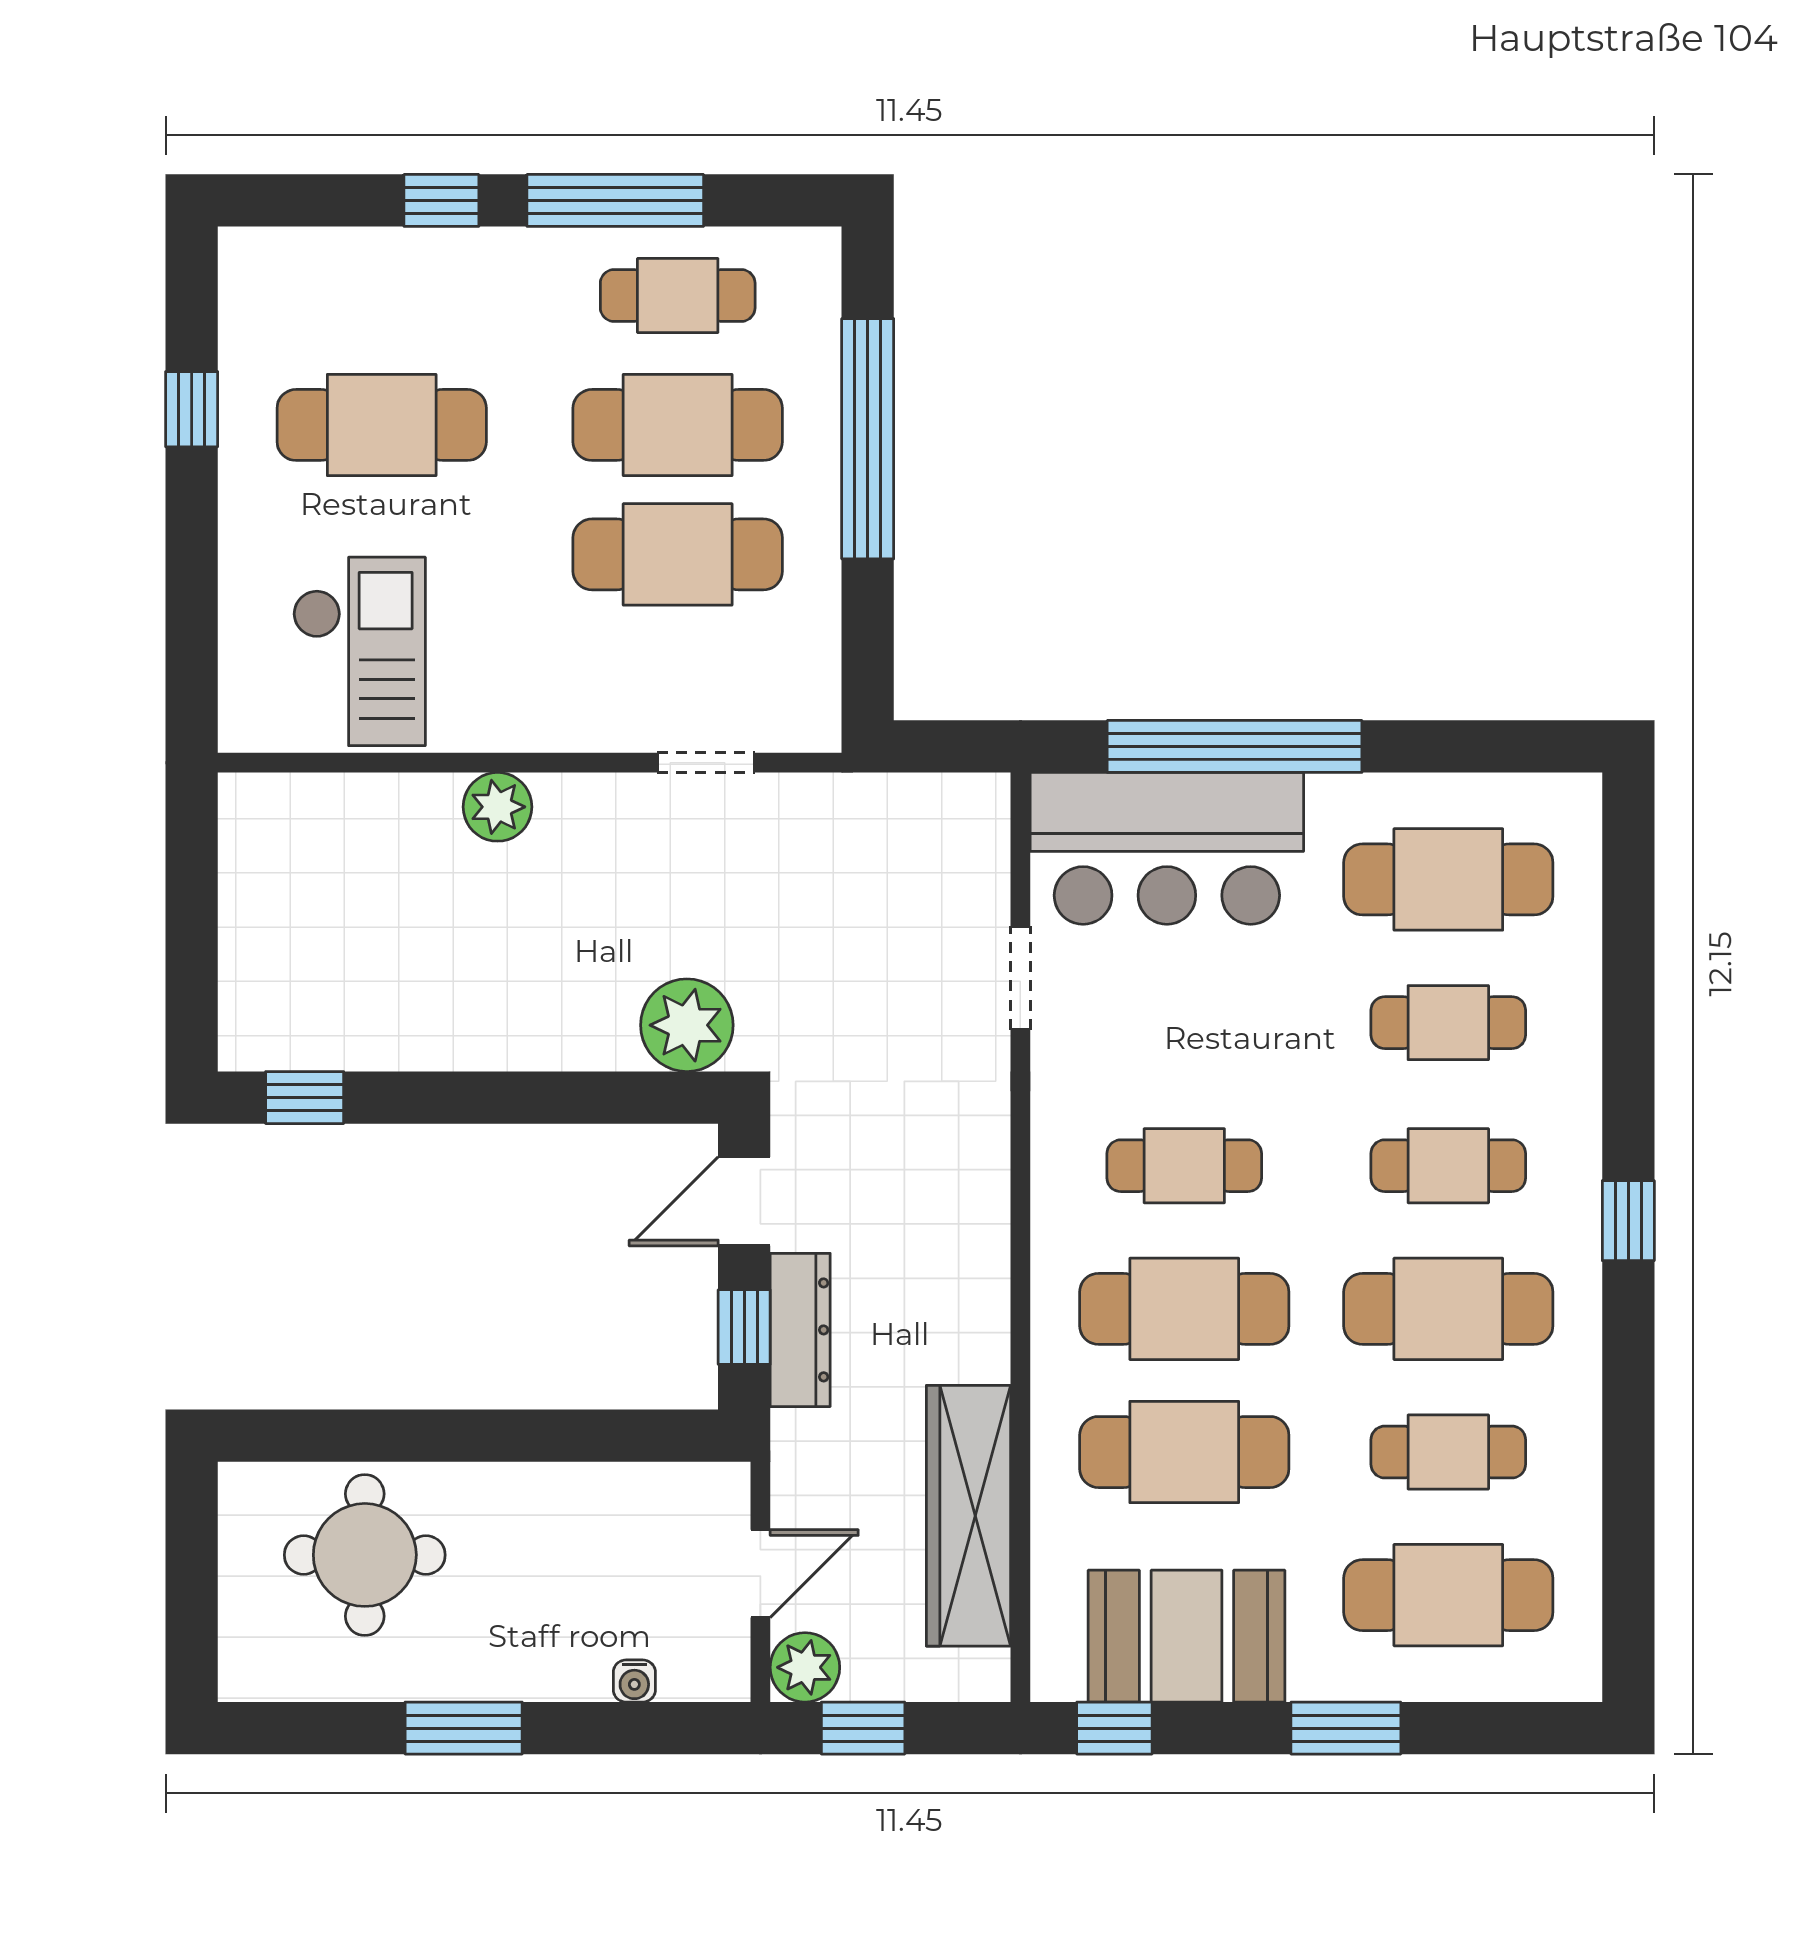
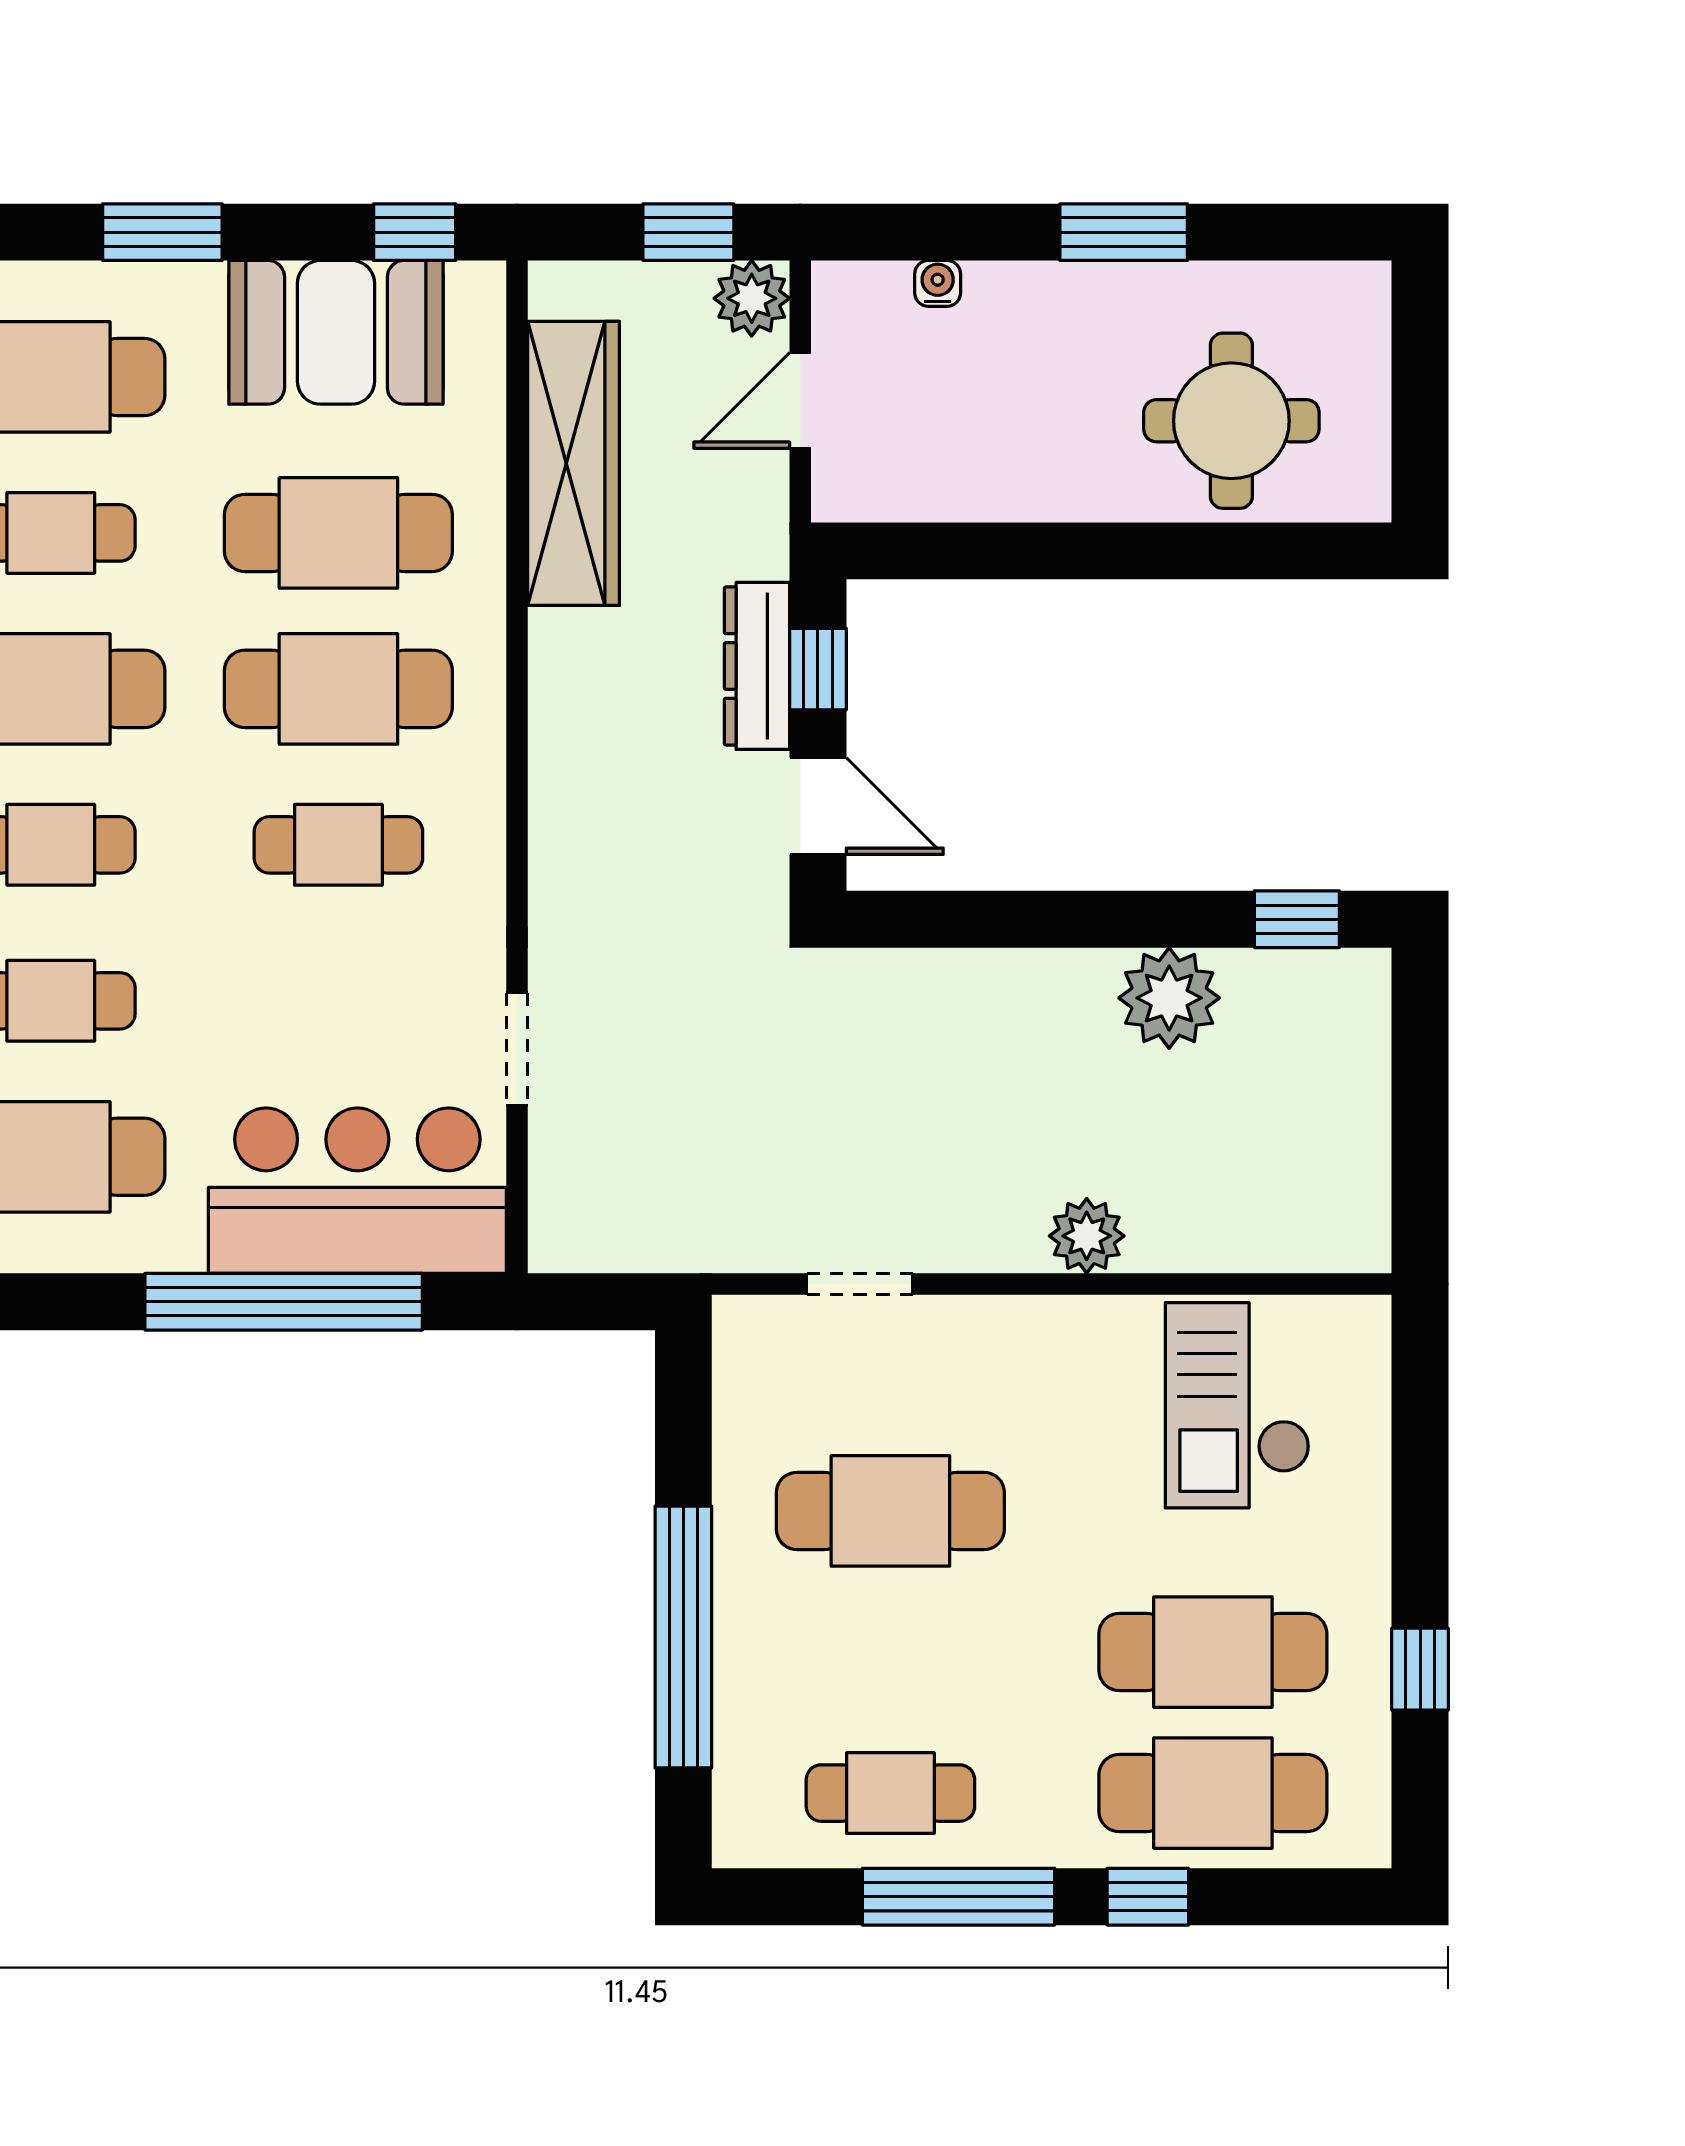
cafe table: (678, 425) -> (1213, 1793), moved
plant: (687, 1025) -> (1169, 998), moved
door: (744, 1201) -> (818, 806), hinge flipped

